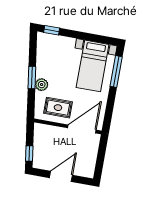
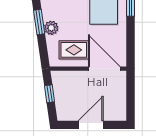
door: (82, 129) -> (104, 69), hinge flipped
window: (29, 154) -> (49, 94), moved

